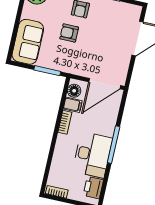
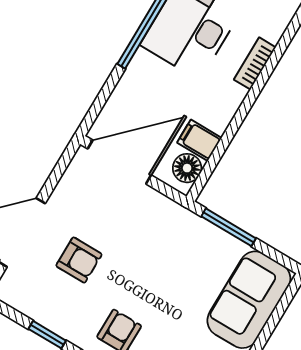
armchair: (69, 33) -> (79, 260), moved
bookcase: (65, 122) -> (255, 63), moved

